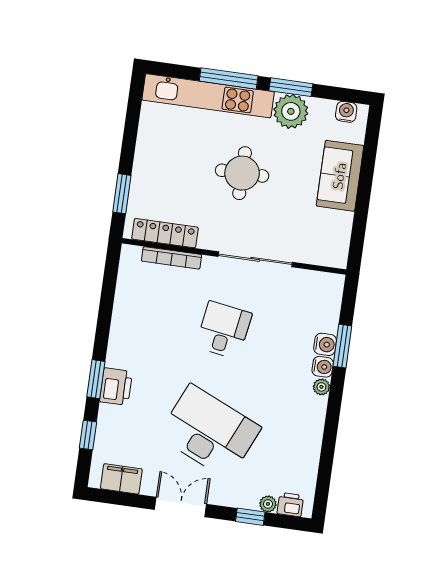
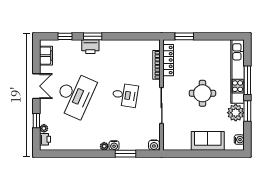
water cooler: (325, 344) -> (154, 145), moved

